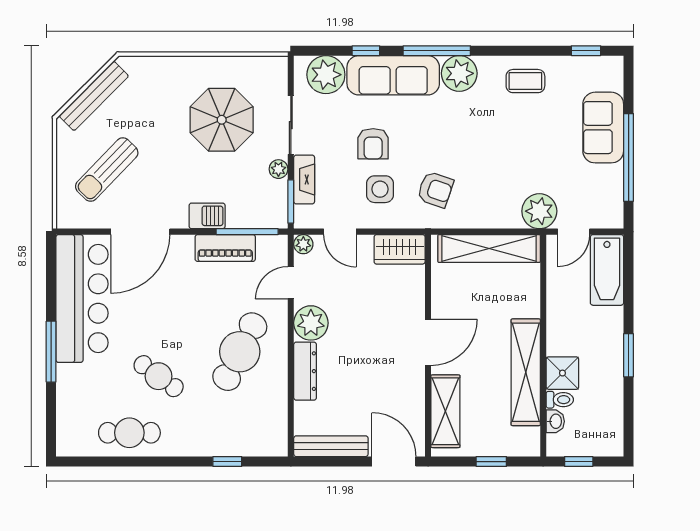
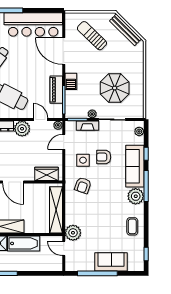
plant: (326, 75) -> (139, 131), width x0.53, depth x0.53
wardrobe: (400, 249) -> (46, 174), moved, turned 90
bathtub: (607, 270) -> (24, 243), moved, turned 180

